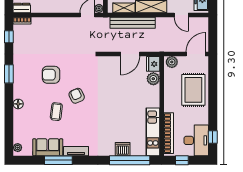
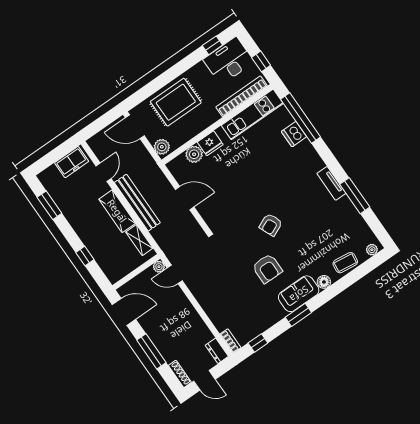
bench: (133, 23) -> (137, 203), moved
fridge: (153, 64) -> (210, 143), moved
coffee table: (56, 112) -> (345, 263), moved
sofa: (48, 147) -> (299, 294), moved, turned 90

